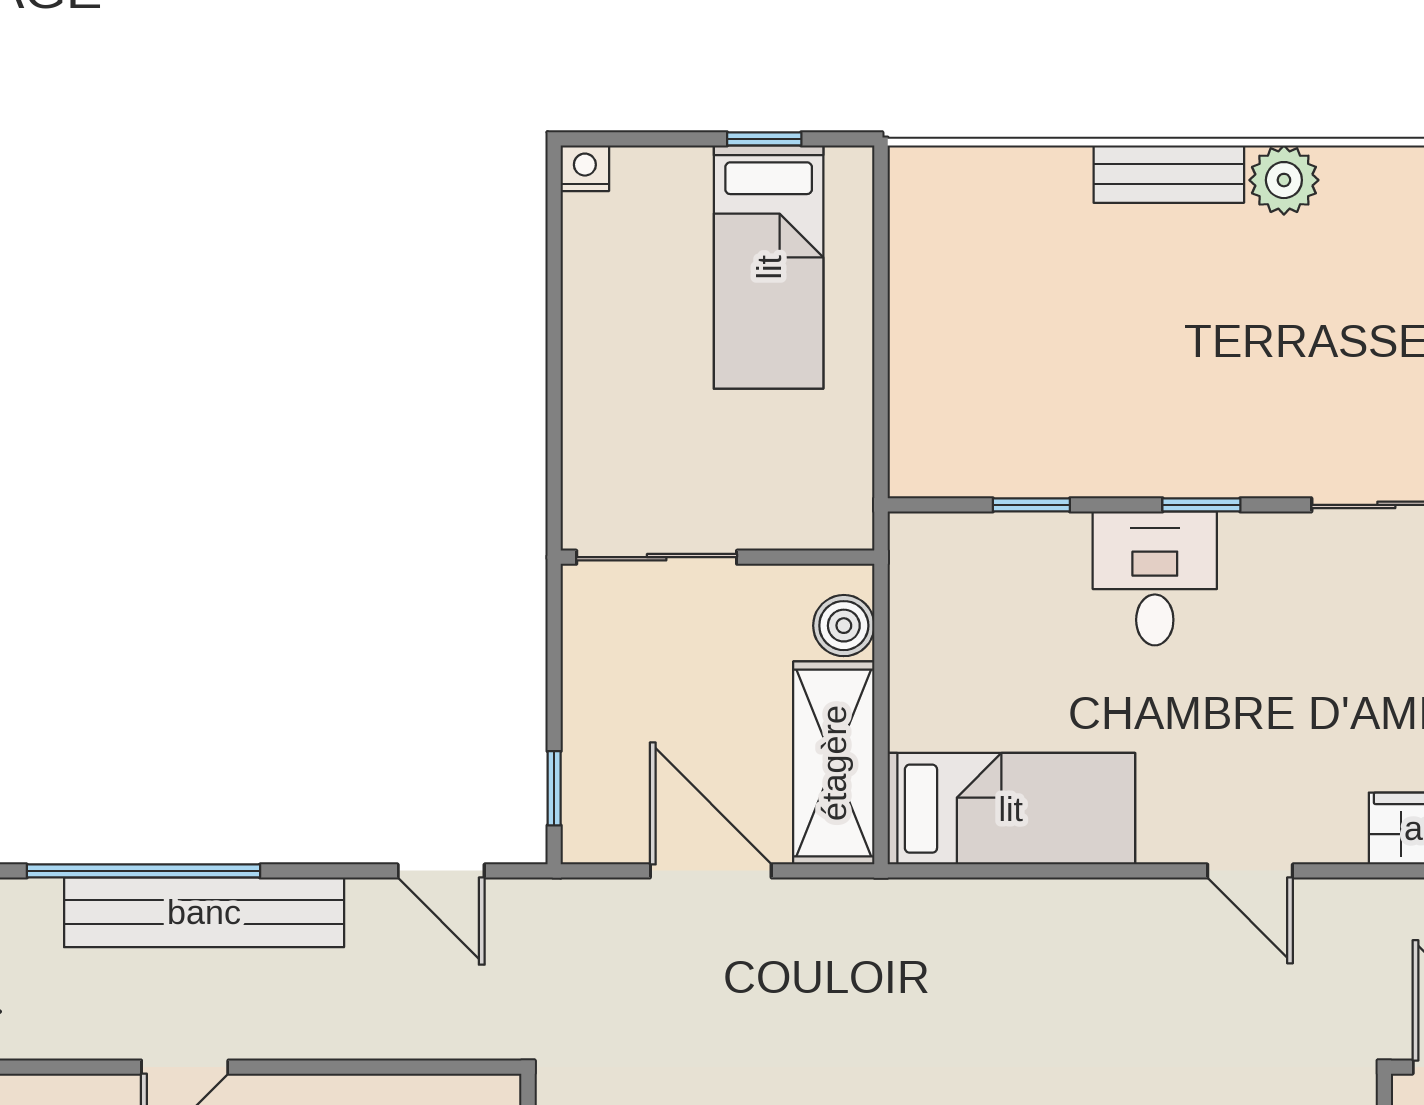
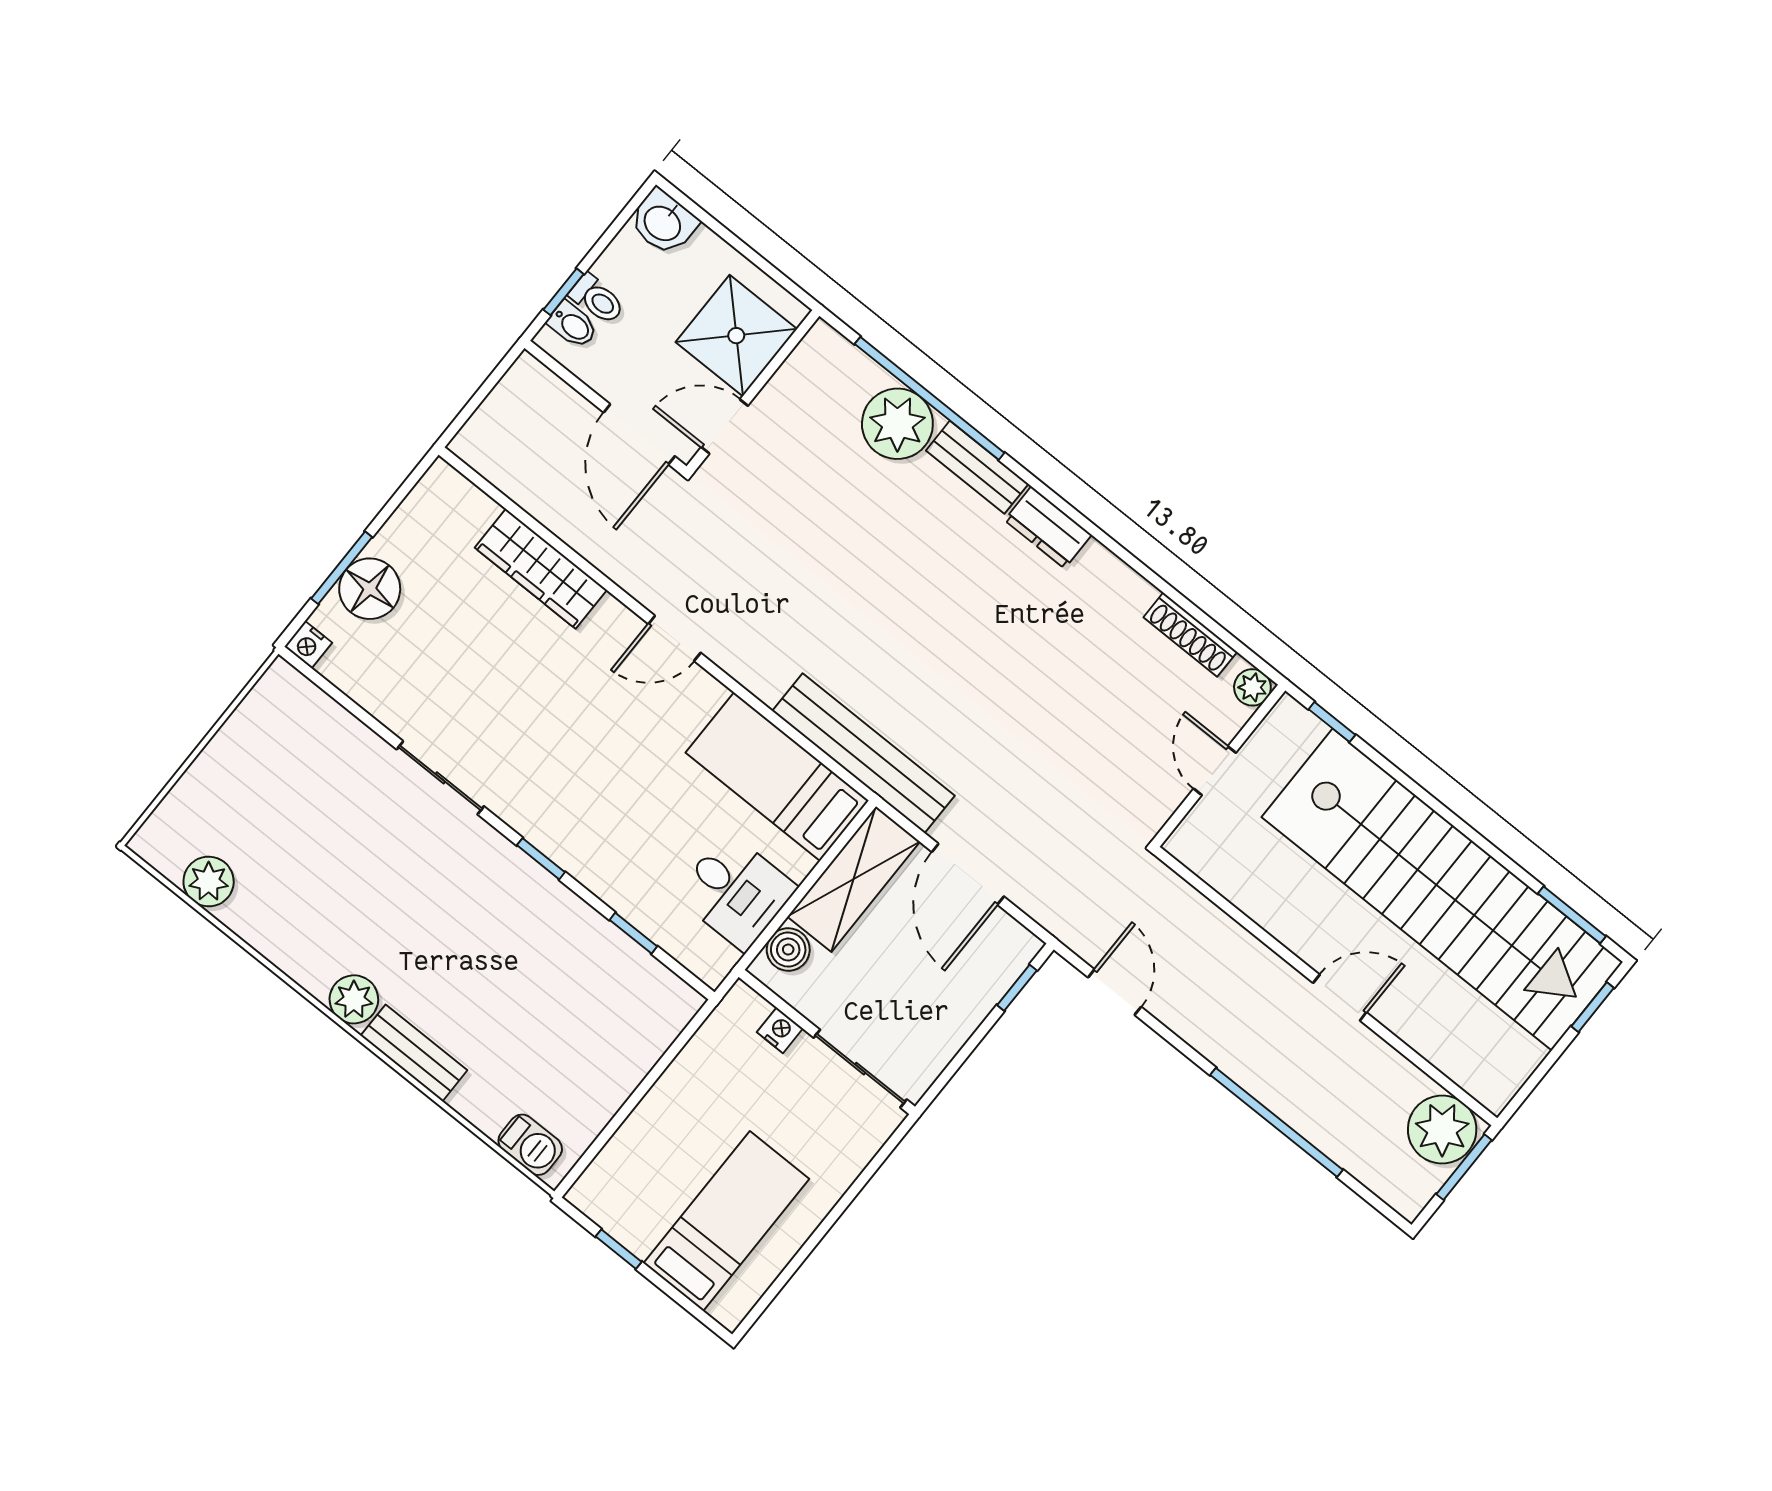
nightstand: (585, 168) -> (780, 1030), moved, turned 180
barbecue: (957, 176) -> (530, 1145), added
bed: (769, 267) -> (726, 1221), moved
desk: (1155, 578) -> (736, 891), moved, turned -90
door: (1250, 871) -> (675, 638), swing flipped
bench: (204, 912) -> (864, 753), moved

